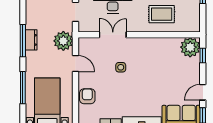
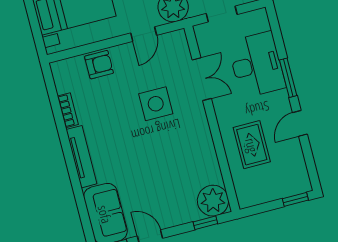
side table: (121, 67) -> (156, 104), width x1.87, depth x1.87

